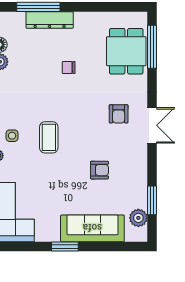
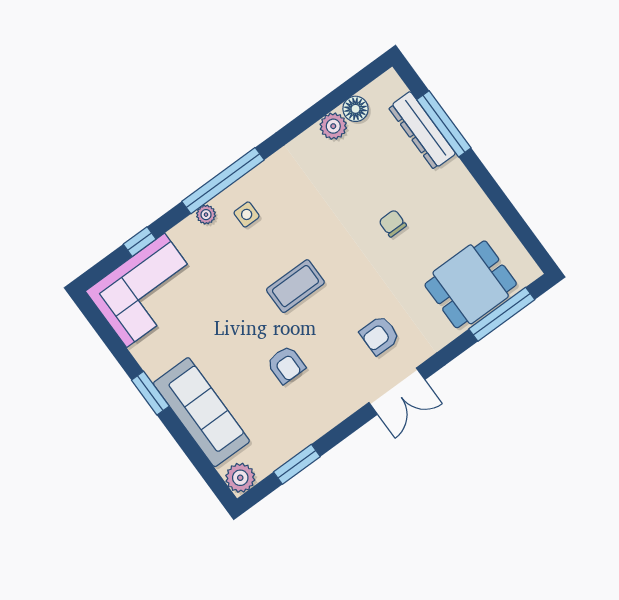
dresser: (50, 20) -> (422, 130), moved
coffee table: (49, 137) -> (295, 286), moved
plant: (138, 218) -> (240, 478), moved

